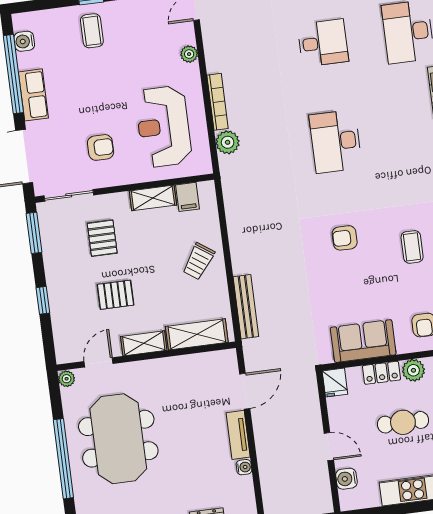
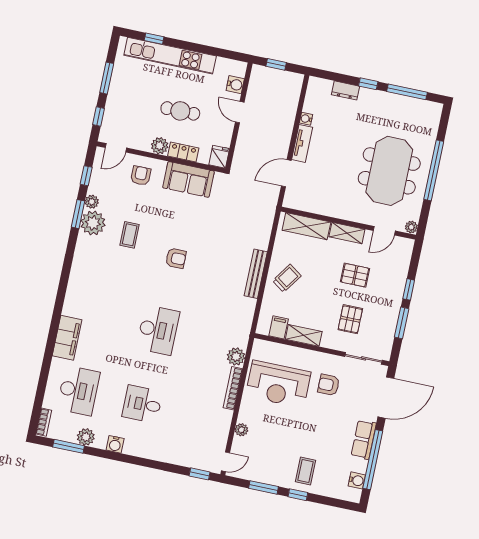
reception desk: (163, 127) -> (278, 384), turned 90
window: (34, 233) -> (402, 323), moved
bench: (246, 307) -> (256, 274), moved

